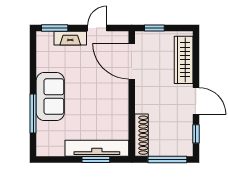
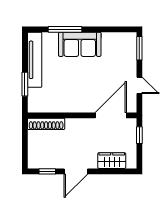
fireplace: (70, 38) -> (131, 62), removed
wardrobe: (184, 60) -> (112, 161), width x0.67
tv unit: (97, 148) -> (35, 60), moved
window: (167, 160) -> (25, 146), removed

